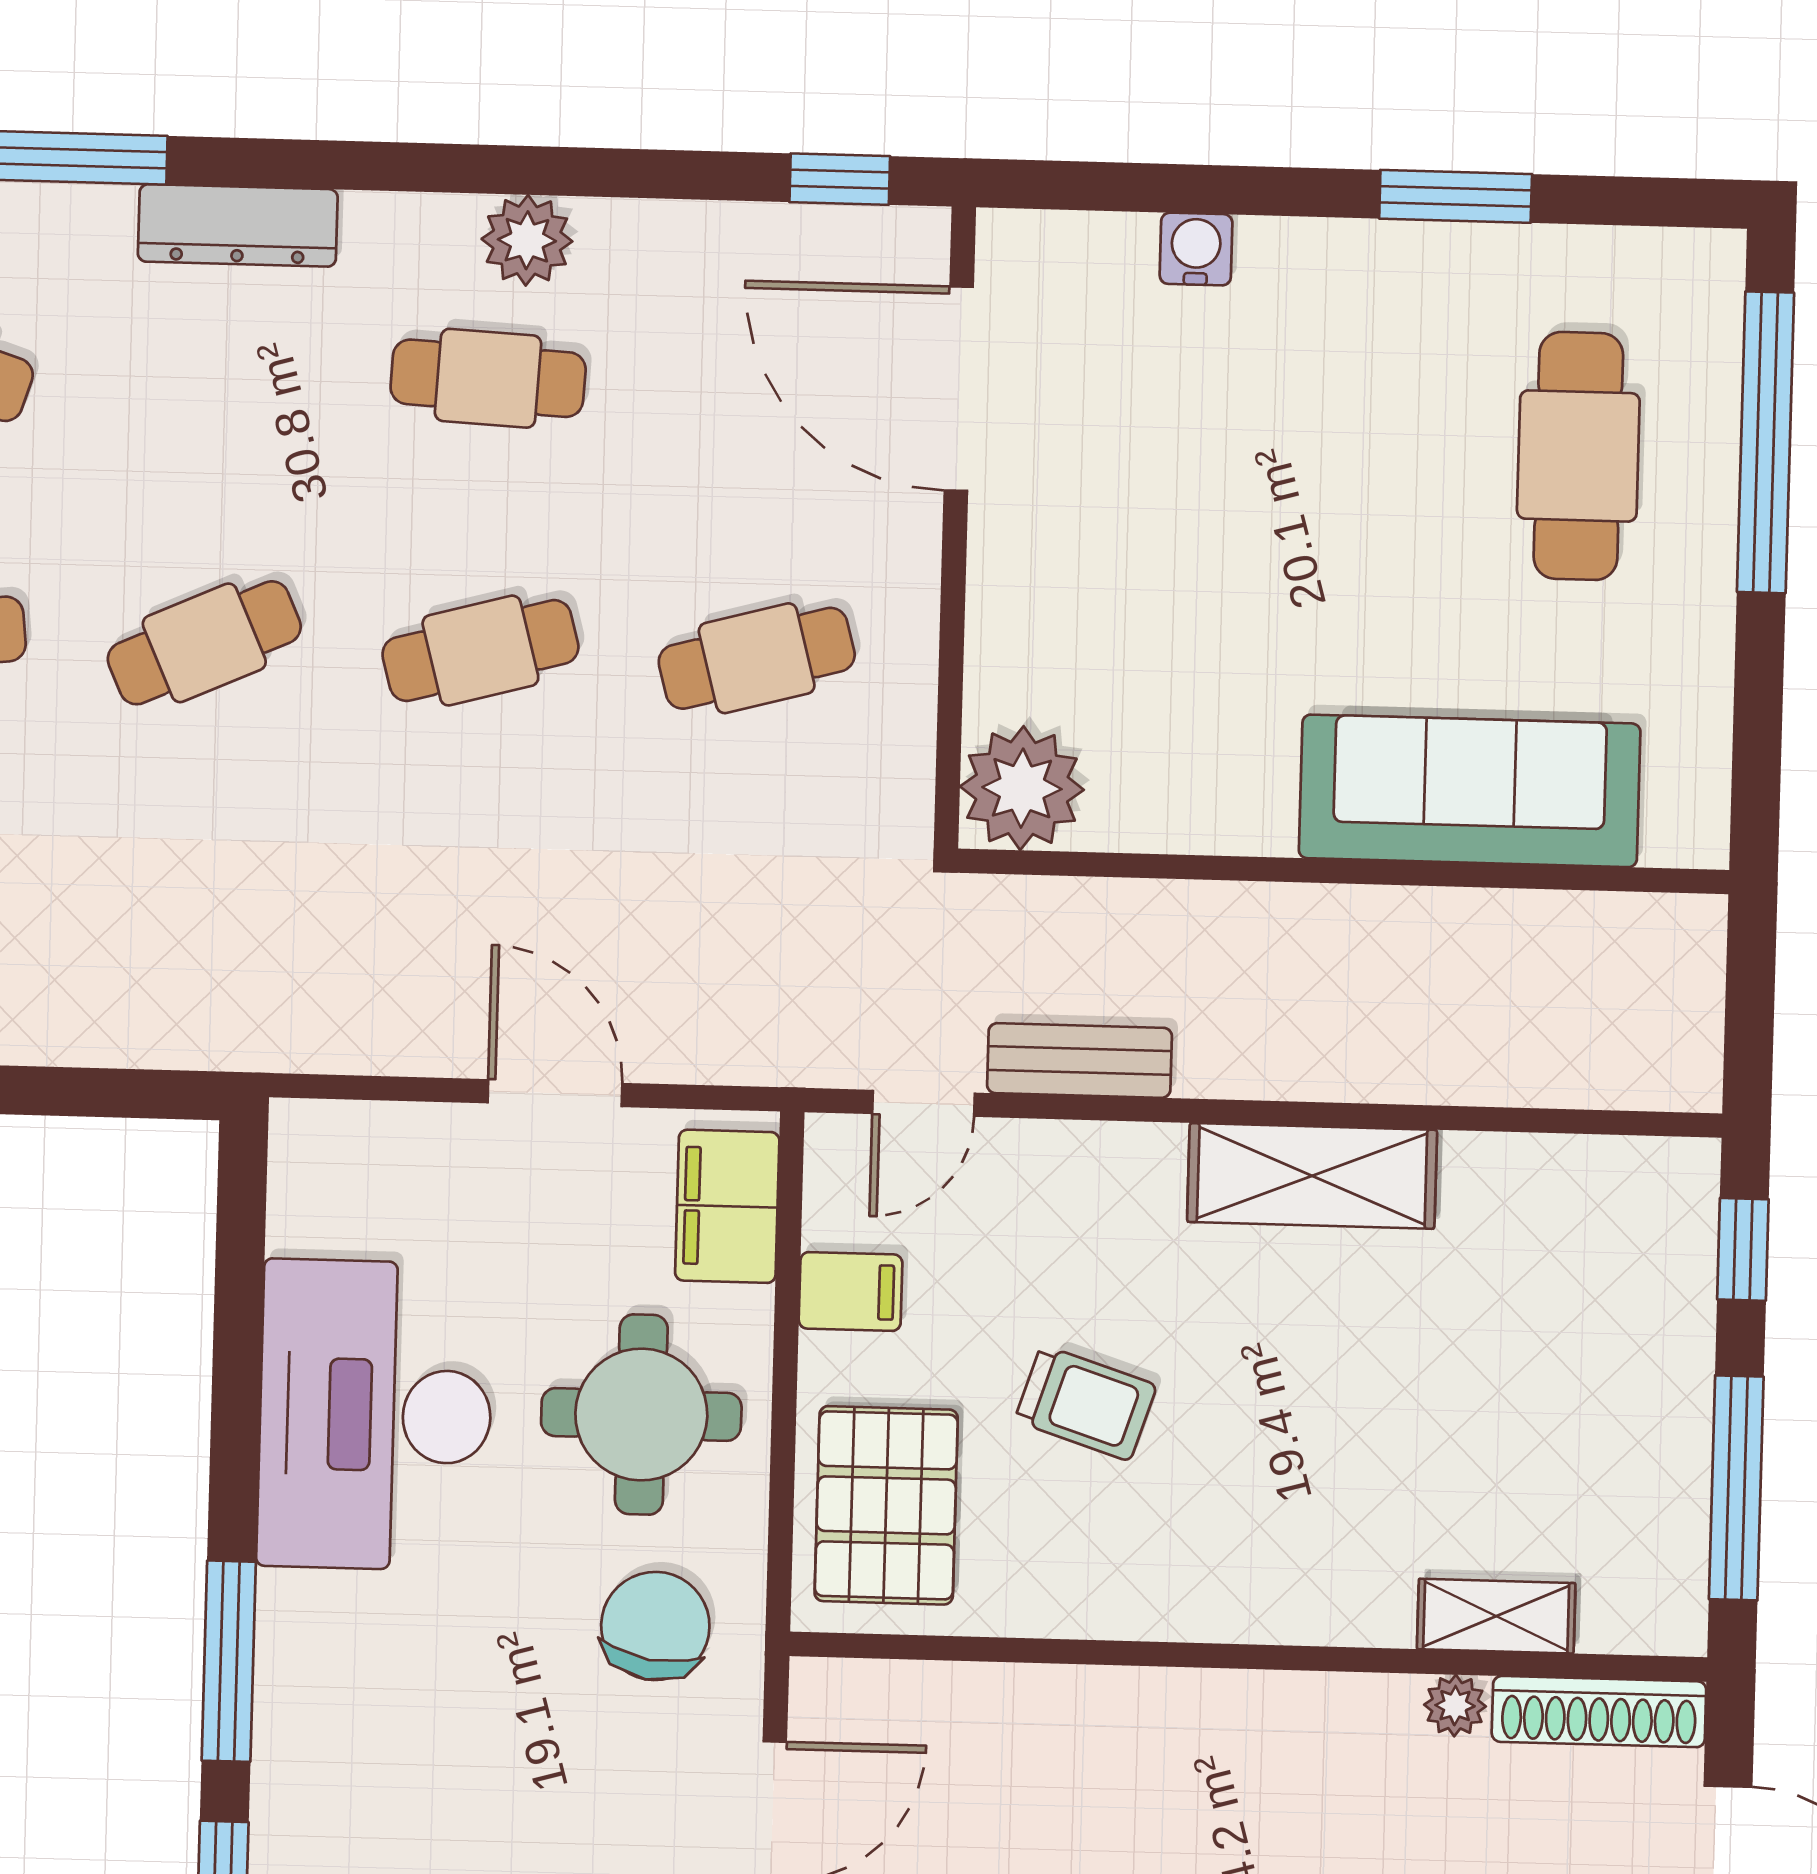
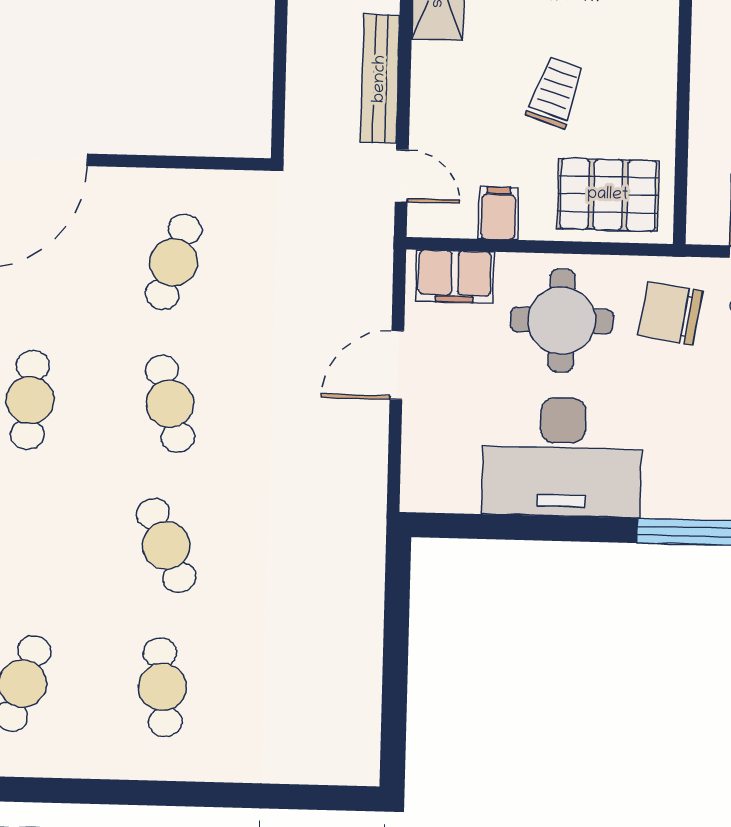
cafe table: (757, 658) -> (174, 262), turned 33
plant: (1022, 788) -> (240, 126), removed
bench: (1079, 1061) -> (380, 79), width x1.36

